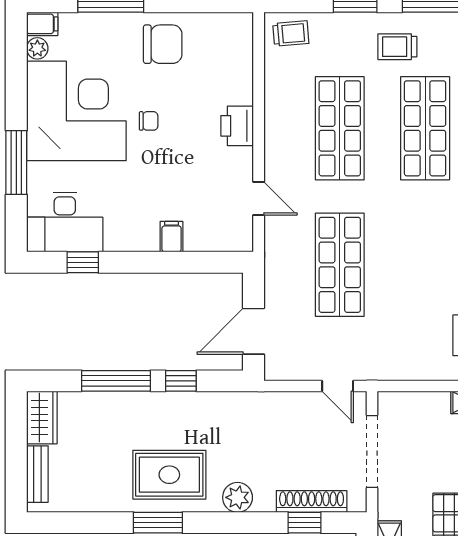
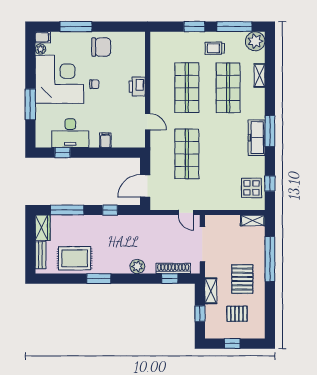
trolley: (291, 34) -> (163, 42), removed
desk: (65, 222) -> (70, 133), moved
window: (116, 381) -> (67, 210), moved
rug: (169, 475) -> (75, 258), moved

